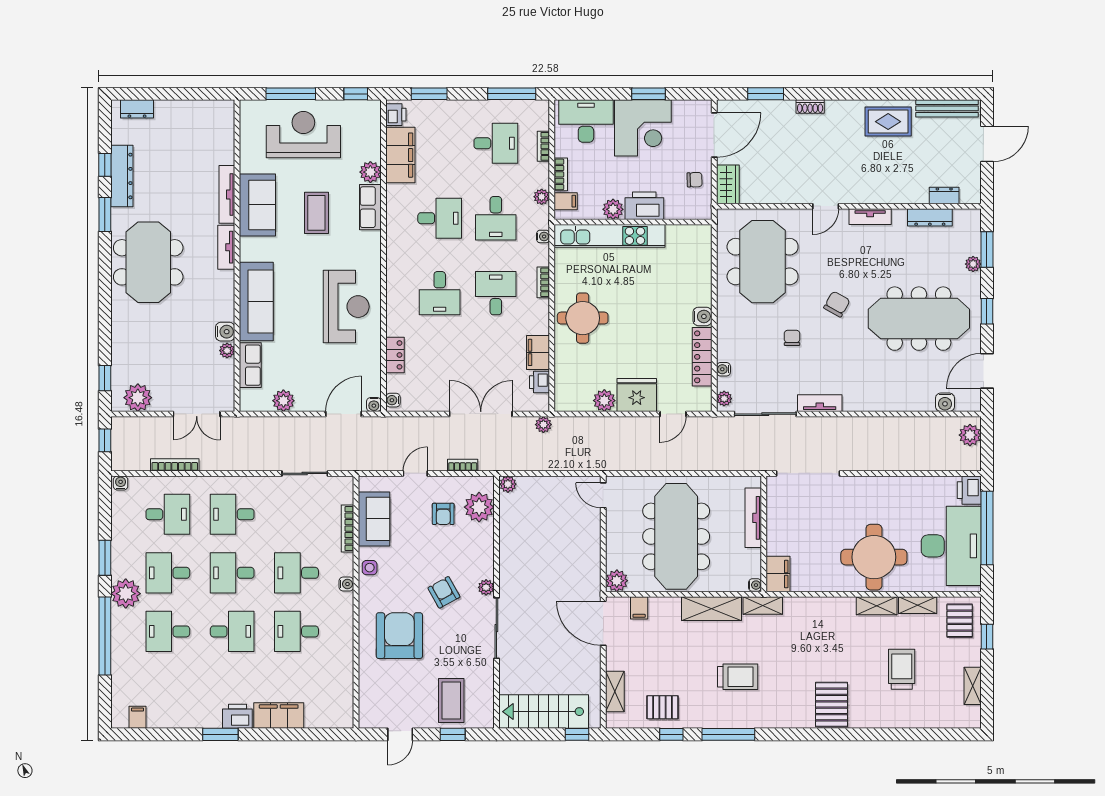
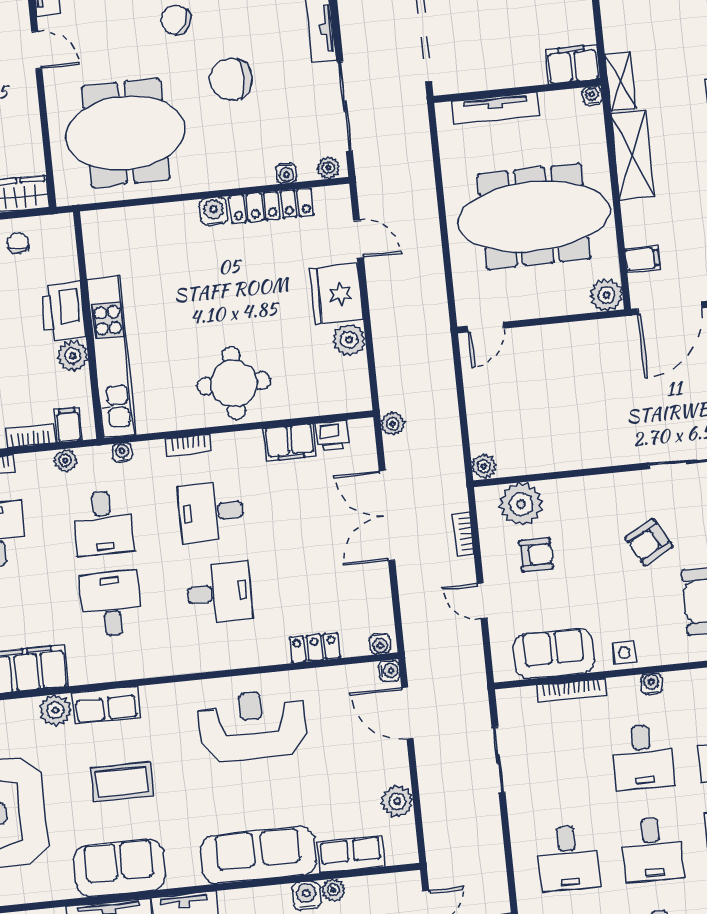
desk: (496, 218) -> (103, 523), turned 90
chair: (792, 338) -> (231, 79), width x1.87, depth x1.87
plant: (486, 587) -> (635, 482), removed

